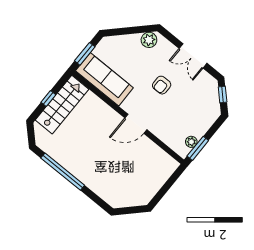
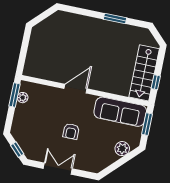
plant: (149, 40) -> (122, 149), moved
armchair: (162, 85) -> (71, 131), turned 180
window: (48, 98) -> (156, 82), moved
window: (63, 172) -> (115, 18), width x0.47

